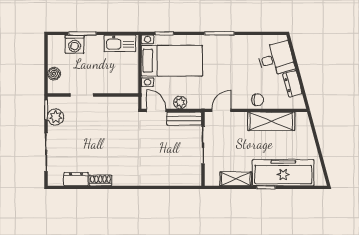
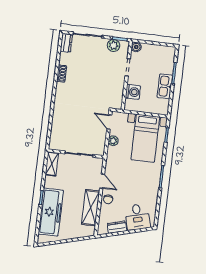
kitchen sink: (120, 43) -> (165, 86), moved
washing machine: (75, 44) -> (133, 92), moved, turned 180
boiler: (54, 74) -> (136, 47), moved
door: (156, 110) -> (109, 122), swing flipped
door: (221, 110) -> (102, 181), moved
bench: (184, 119) -> (101, 142), removed
dresser: (76, 179) -> (66, 43), moved
shelving: (236, 179) -> (52, 164), moved

